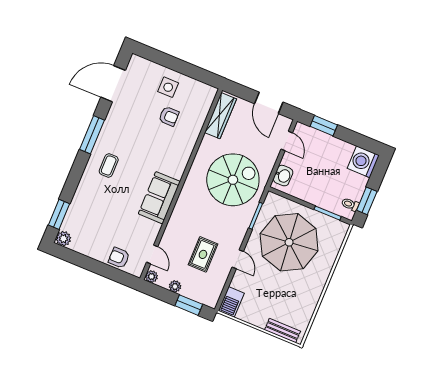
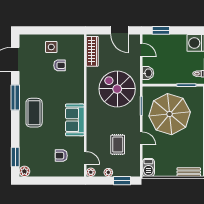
coffee table: (109, 165) -> (34, 113), width x1.86, depth x1.72
spiral stairs: (233, 180) -> (117, 89), turned -90
armchair: (119, 258) -> (61, 156), moved

